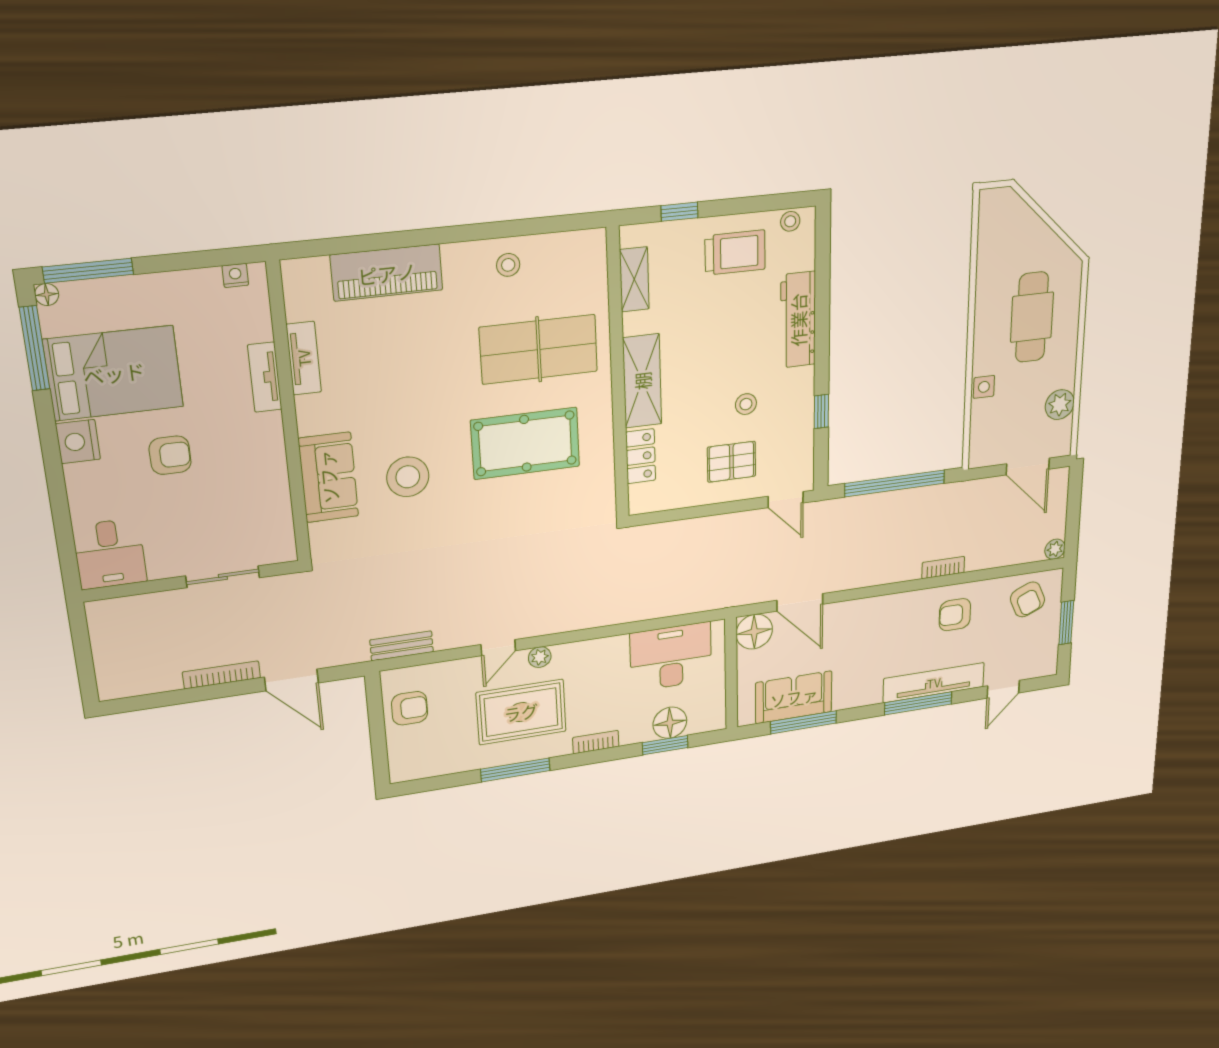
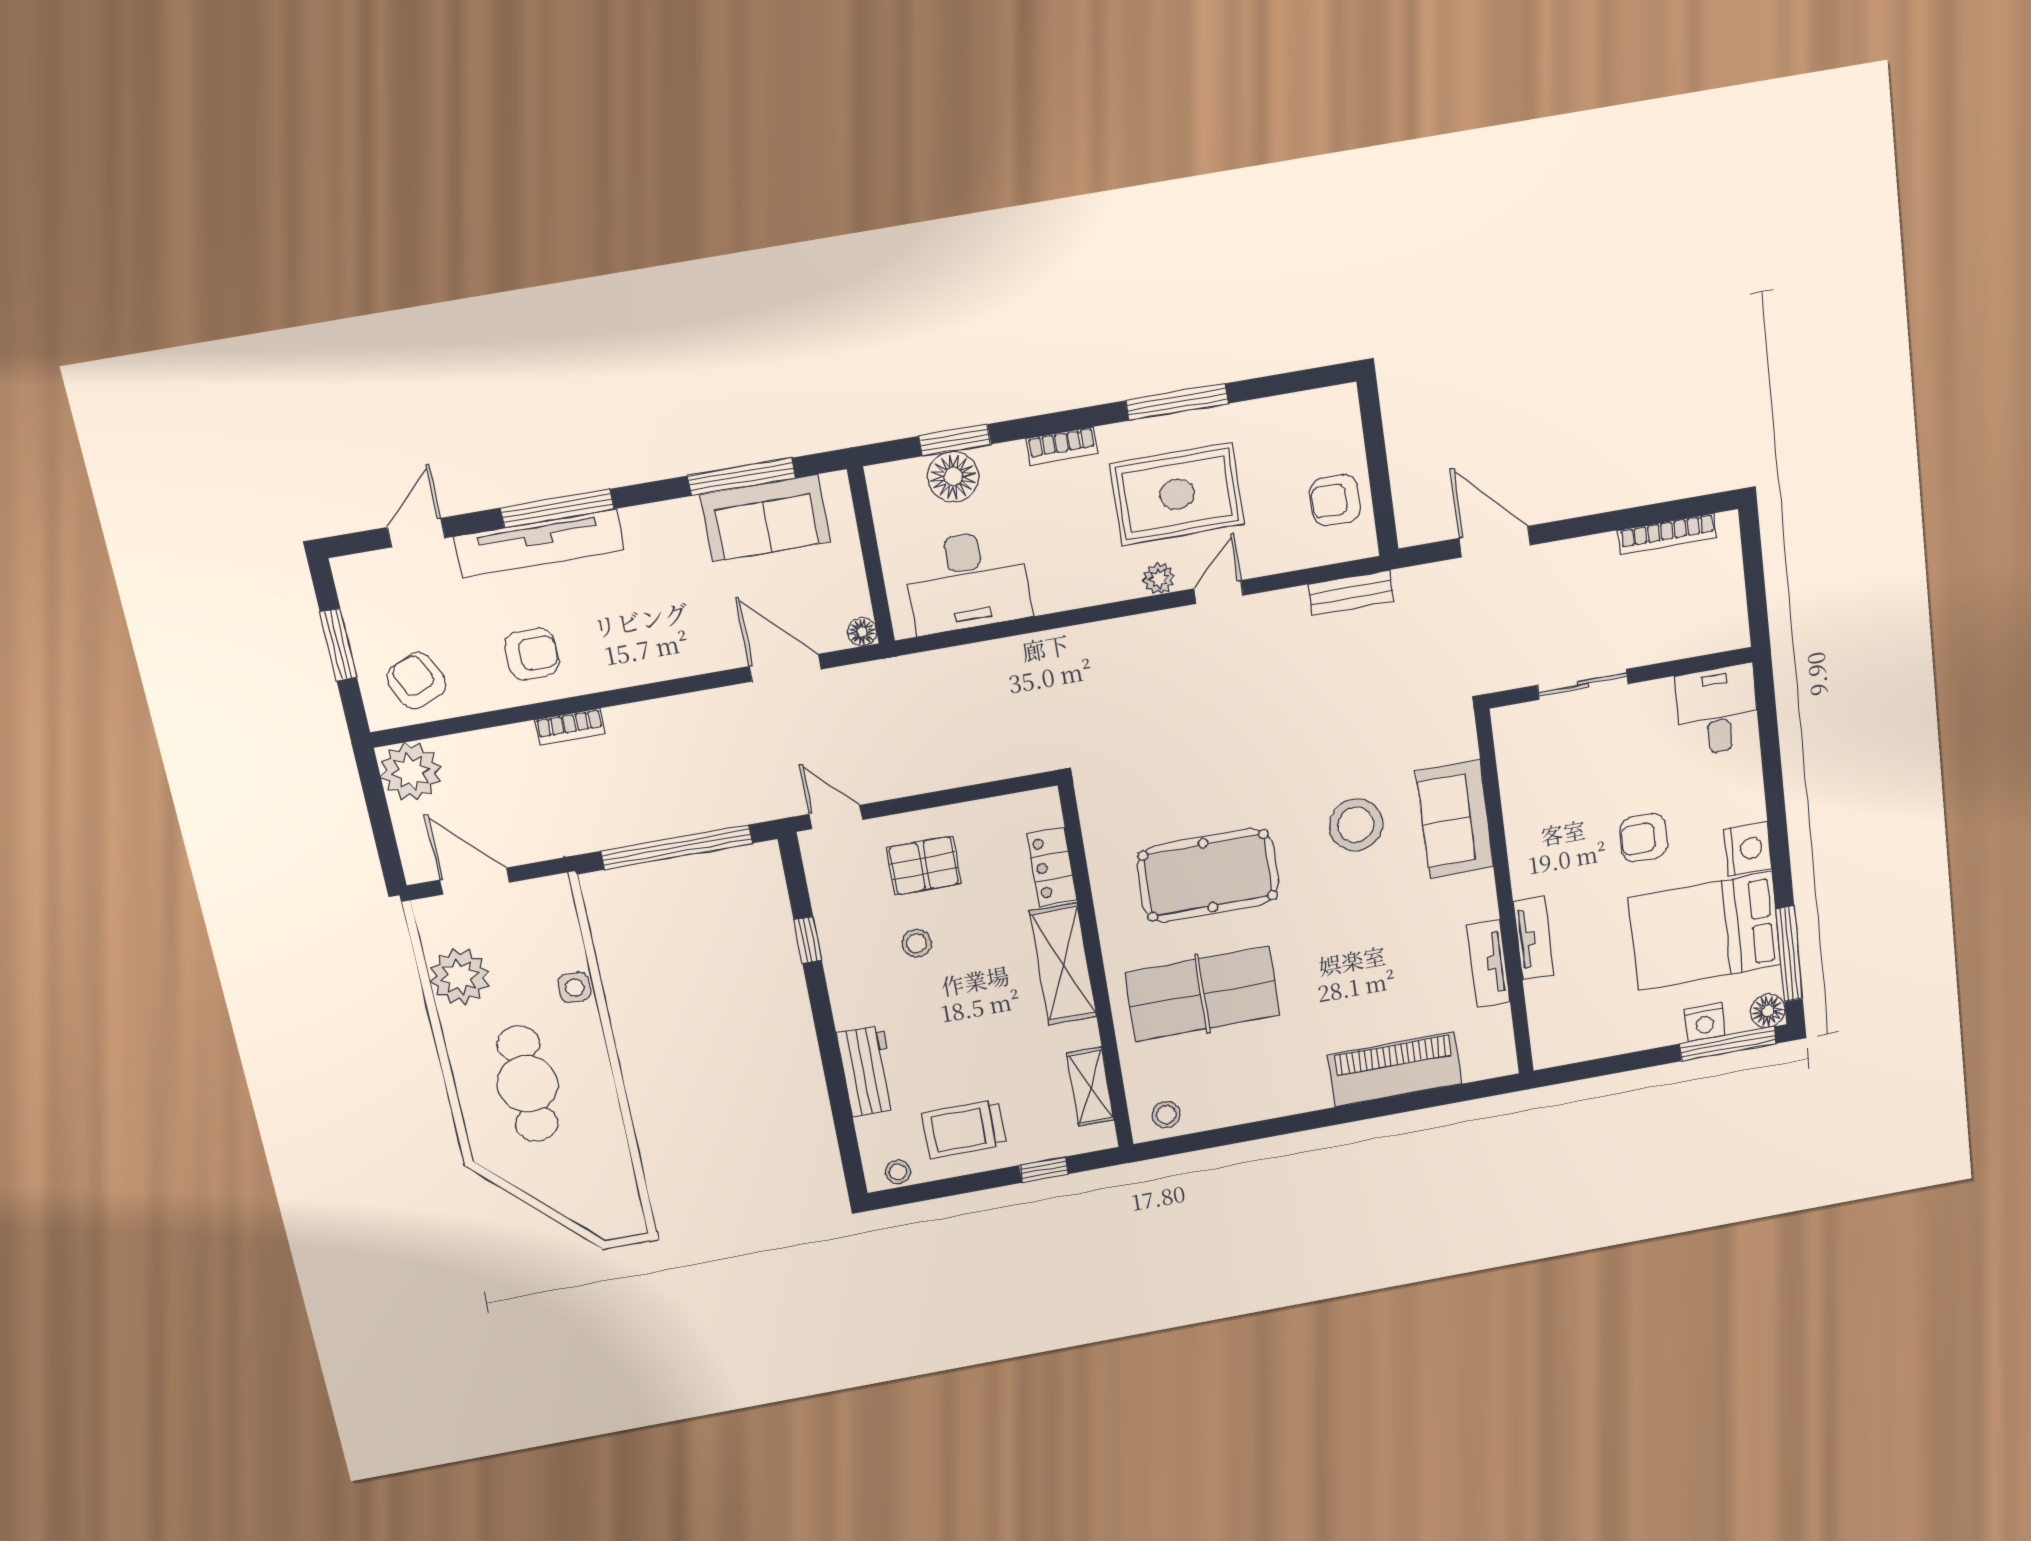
stool: (508, 265) -> (1166, 1115), moved
nightstand: (235, 275) -> (1705, 1022), moved, width x1.39, depth x1.35
floor lamp: (47, 294) -> (1768, 1011), width x1.37, depth x1.37
workbench: (798, 320) -> (867, 1071), width x0.73
plant: (1060, 405) -> (459, 977), width x1.36, depth x1.36
plant: (1055, 549) -> (411, 772), width x1.87, depth x1.87
floor lamp: (754, 632) -> (862, 632), width x0.53, depth x0.53
bookcase: (222, 675) -> (1667, 534), moved

